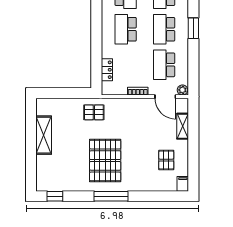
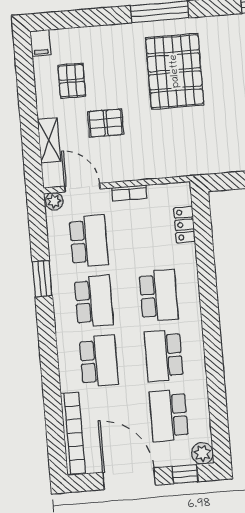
window: (193, 28) -> (42, 279), moved
pallet: (94, 112) -> (106, 123), moved

